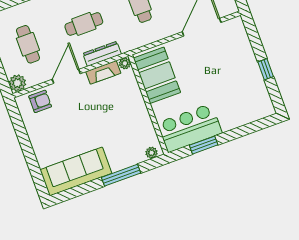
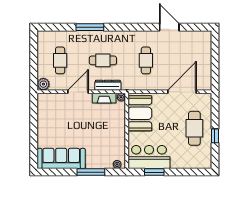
cafe table: (235, 69) -> (194, 128), added
armchair: (40, 101) -> (54, 102), removed

